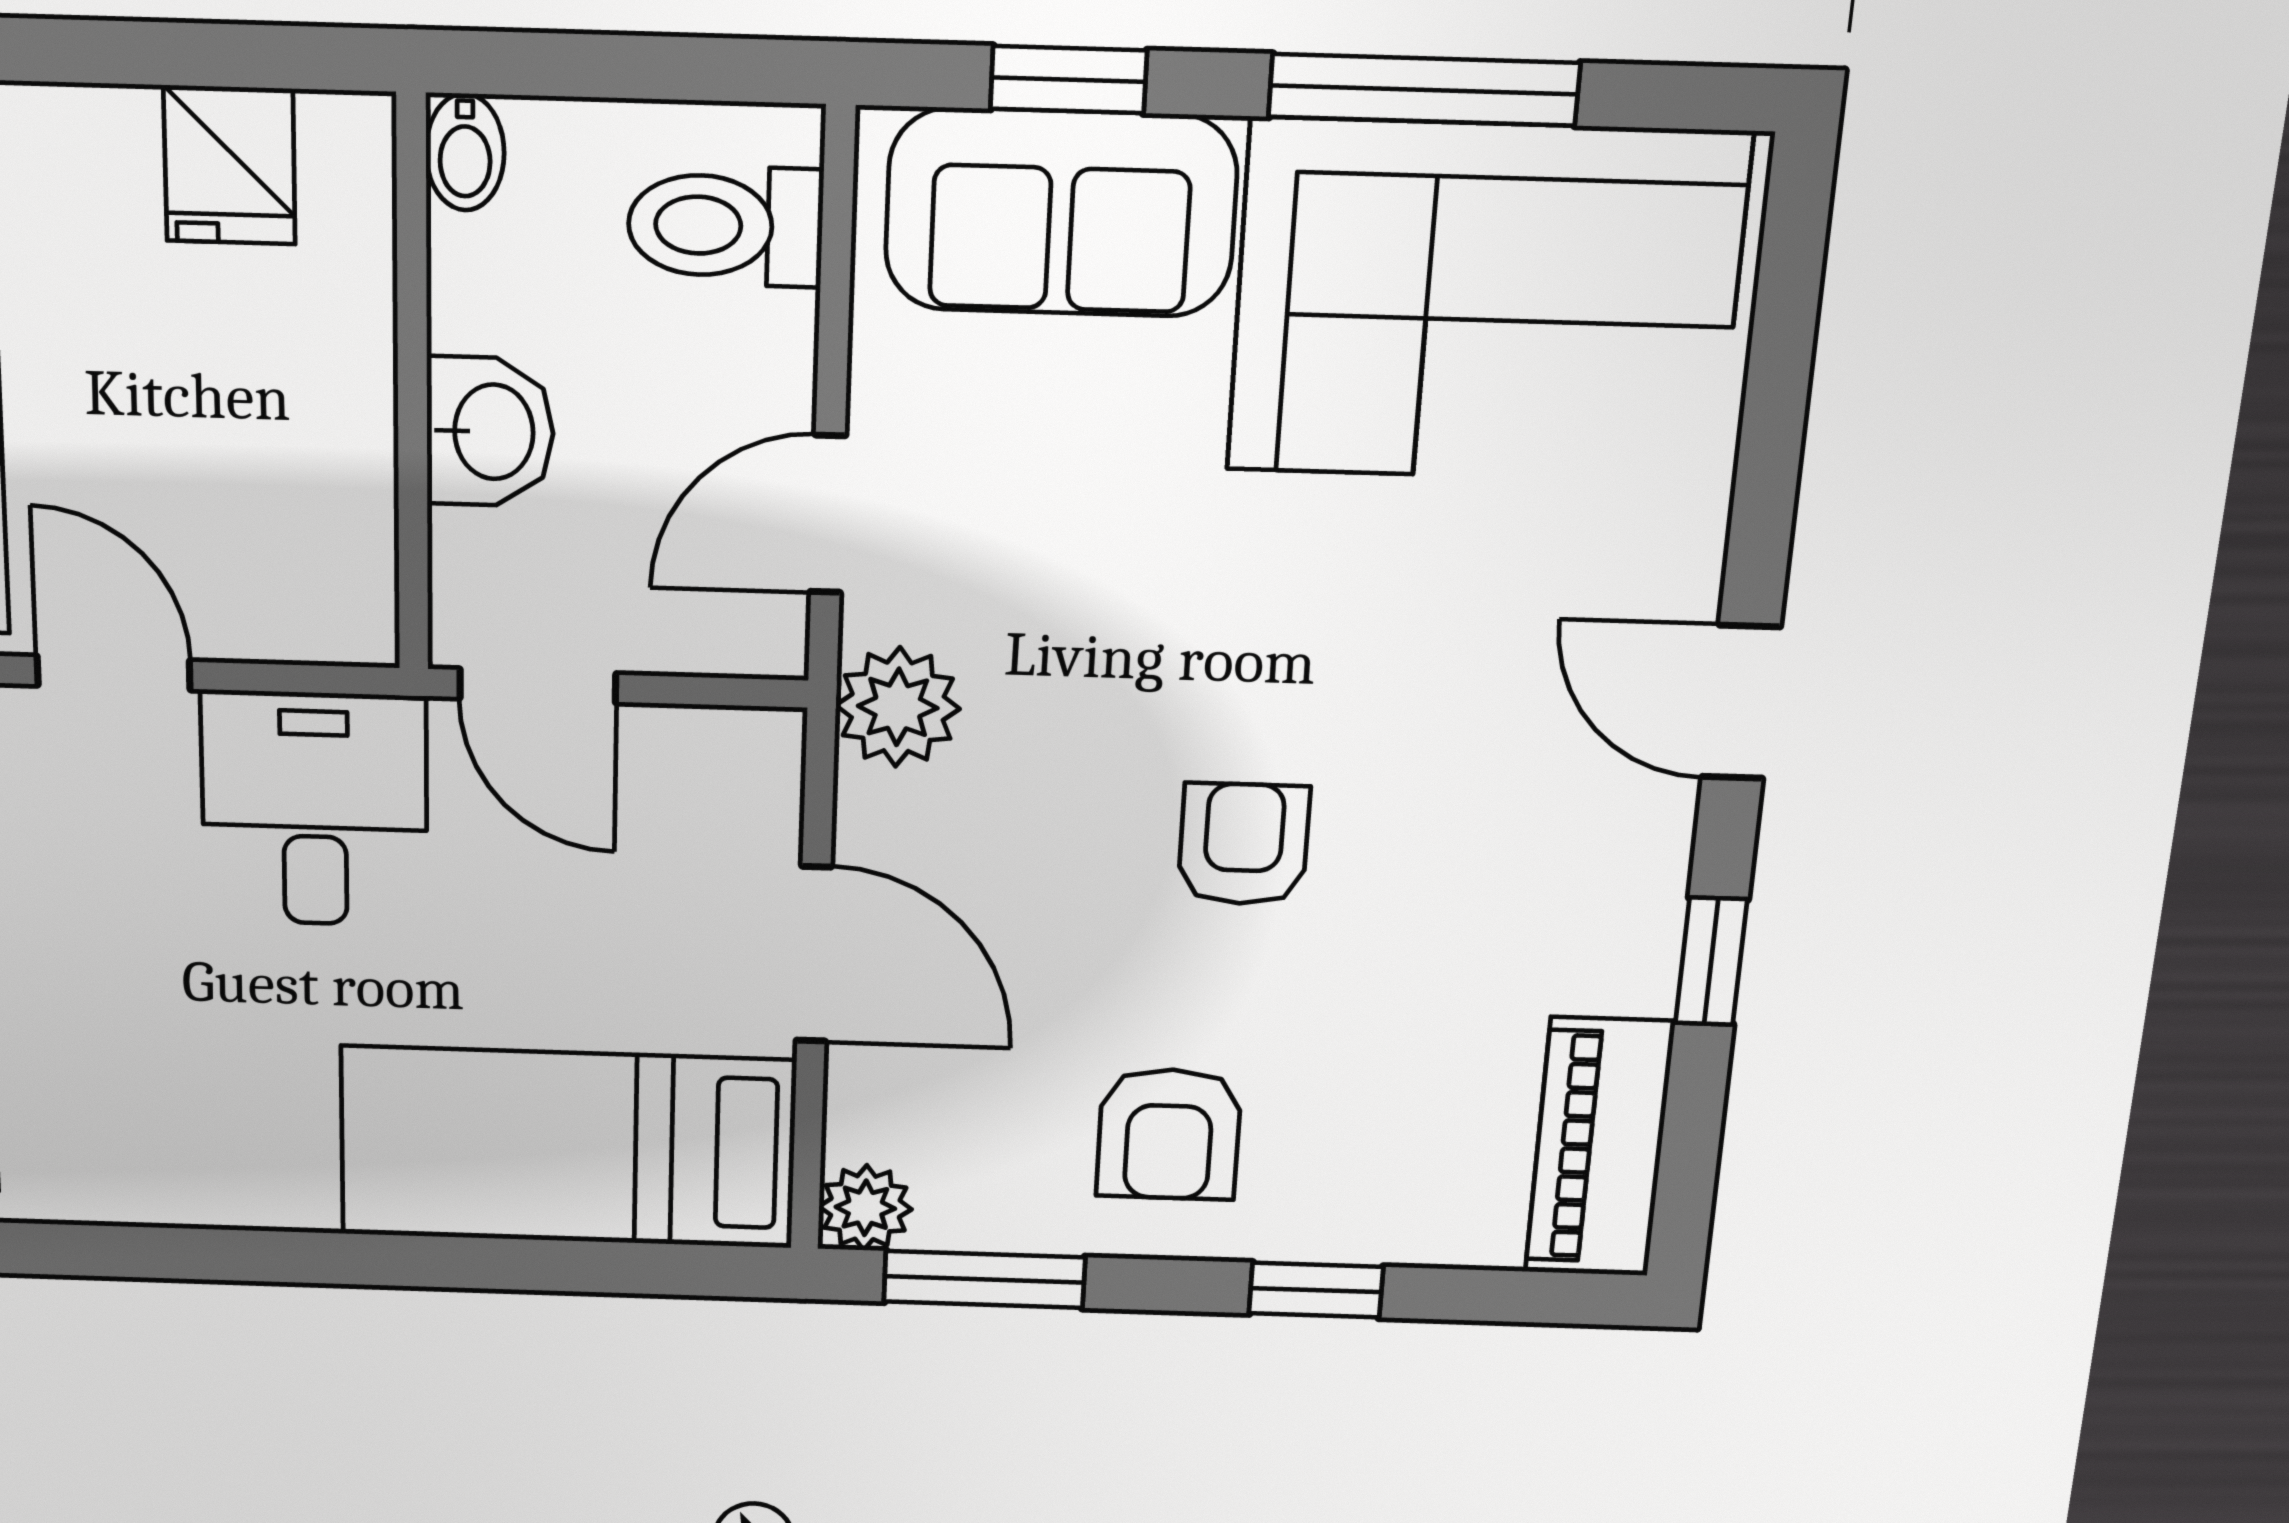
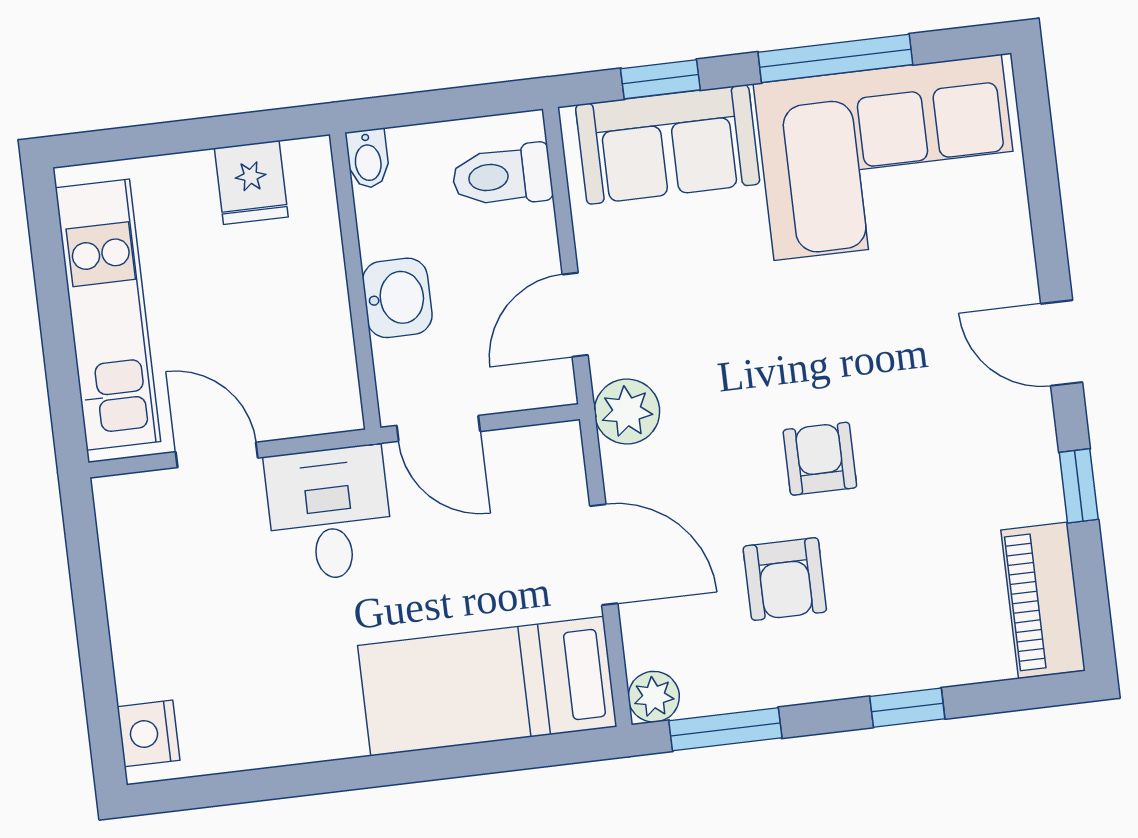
armchair: (1169, 1134) -> (785, 579), moved

